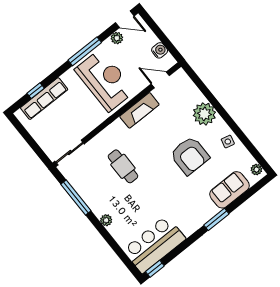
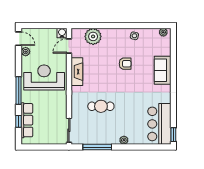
door: (125, 19) -> (19, 39), hinge flipped
water cooler: (160, 50) -> (62, 33), moved
window: (85, 51) -> (19, 91), moved
plant: (204, 114) -> (93, 36), moved
armchair: (190, 156) -> (125, 64), width x0.53, depth x0.53
sofa: (229, 190) -> (163, 70), moved
window: (216, 219) -> (173, 77), removed

